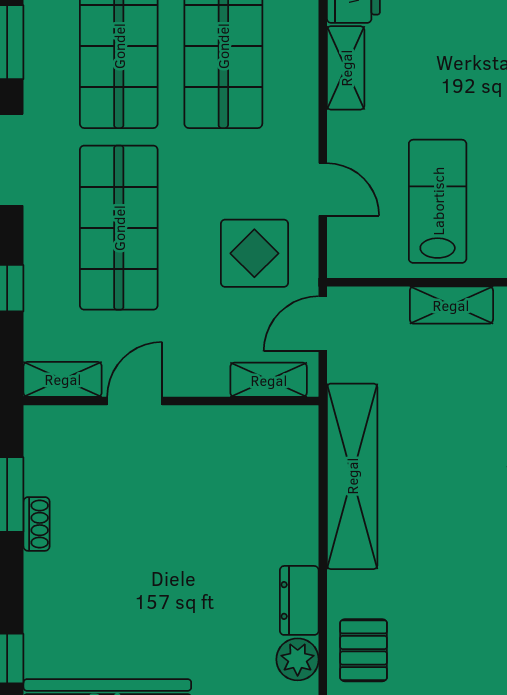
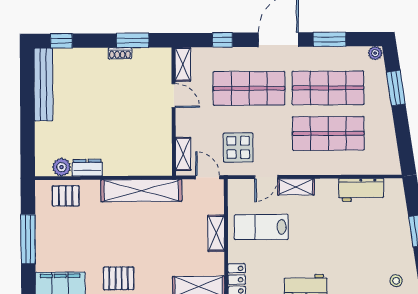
shelving: (346, 68) -> (296, 187), moved
lab bench: (438, 201) -> (261, 227), turned 180

